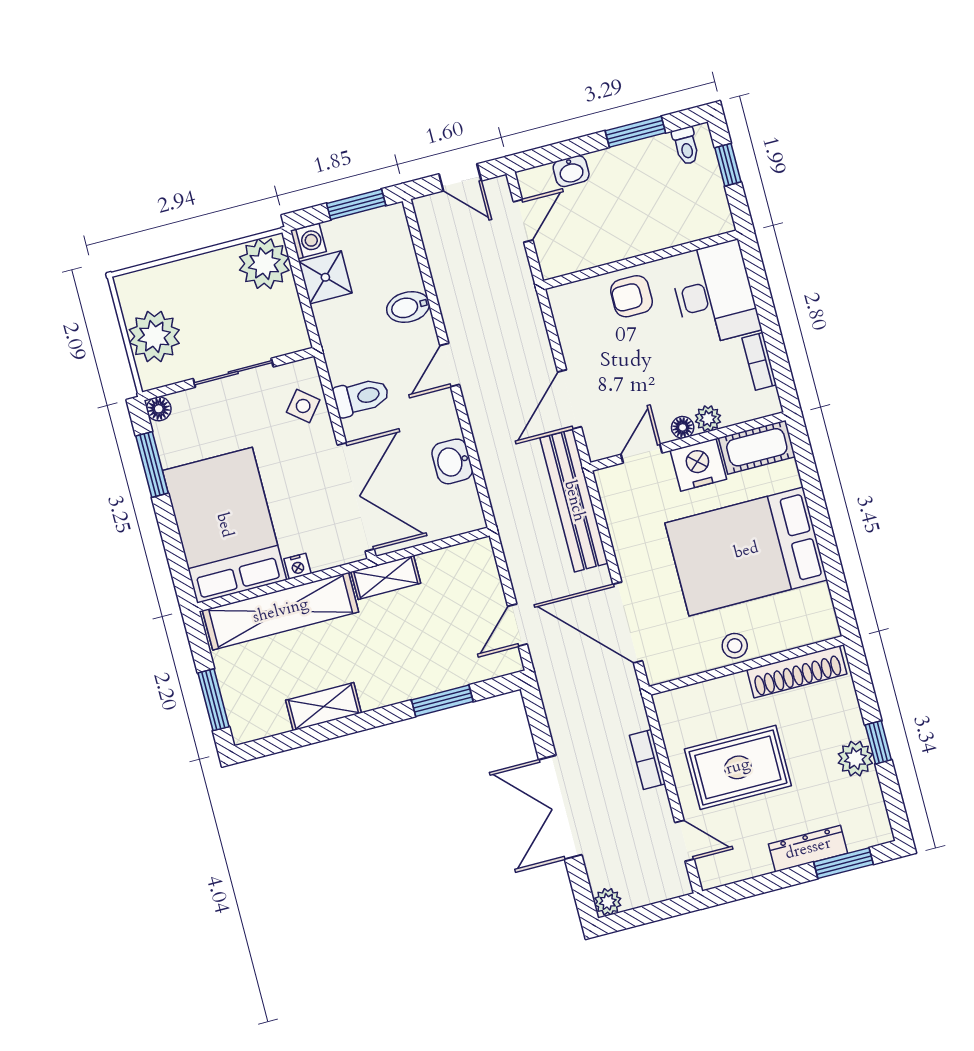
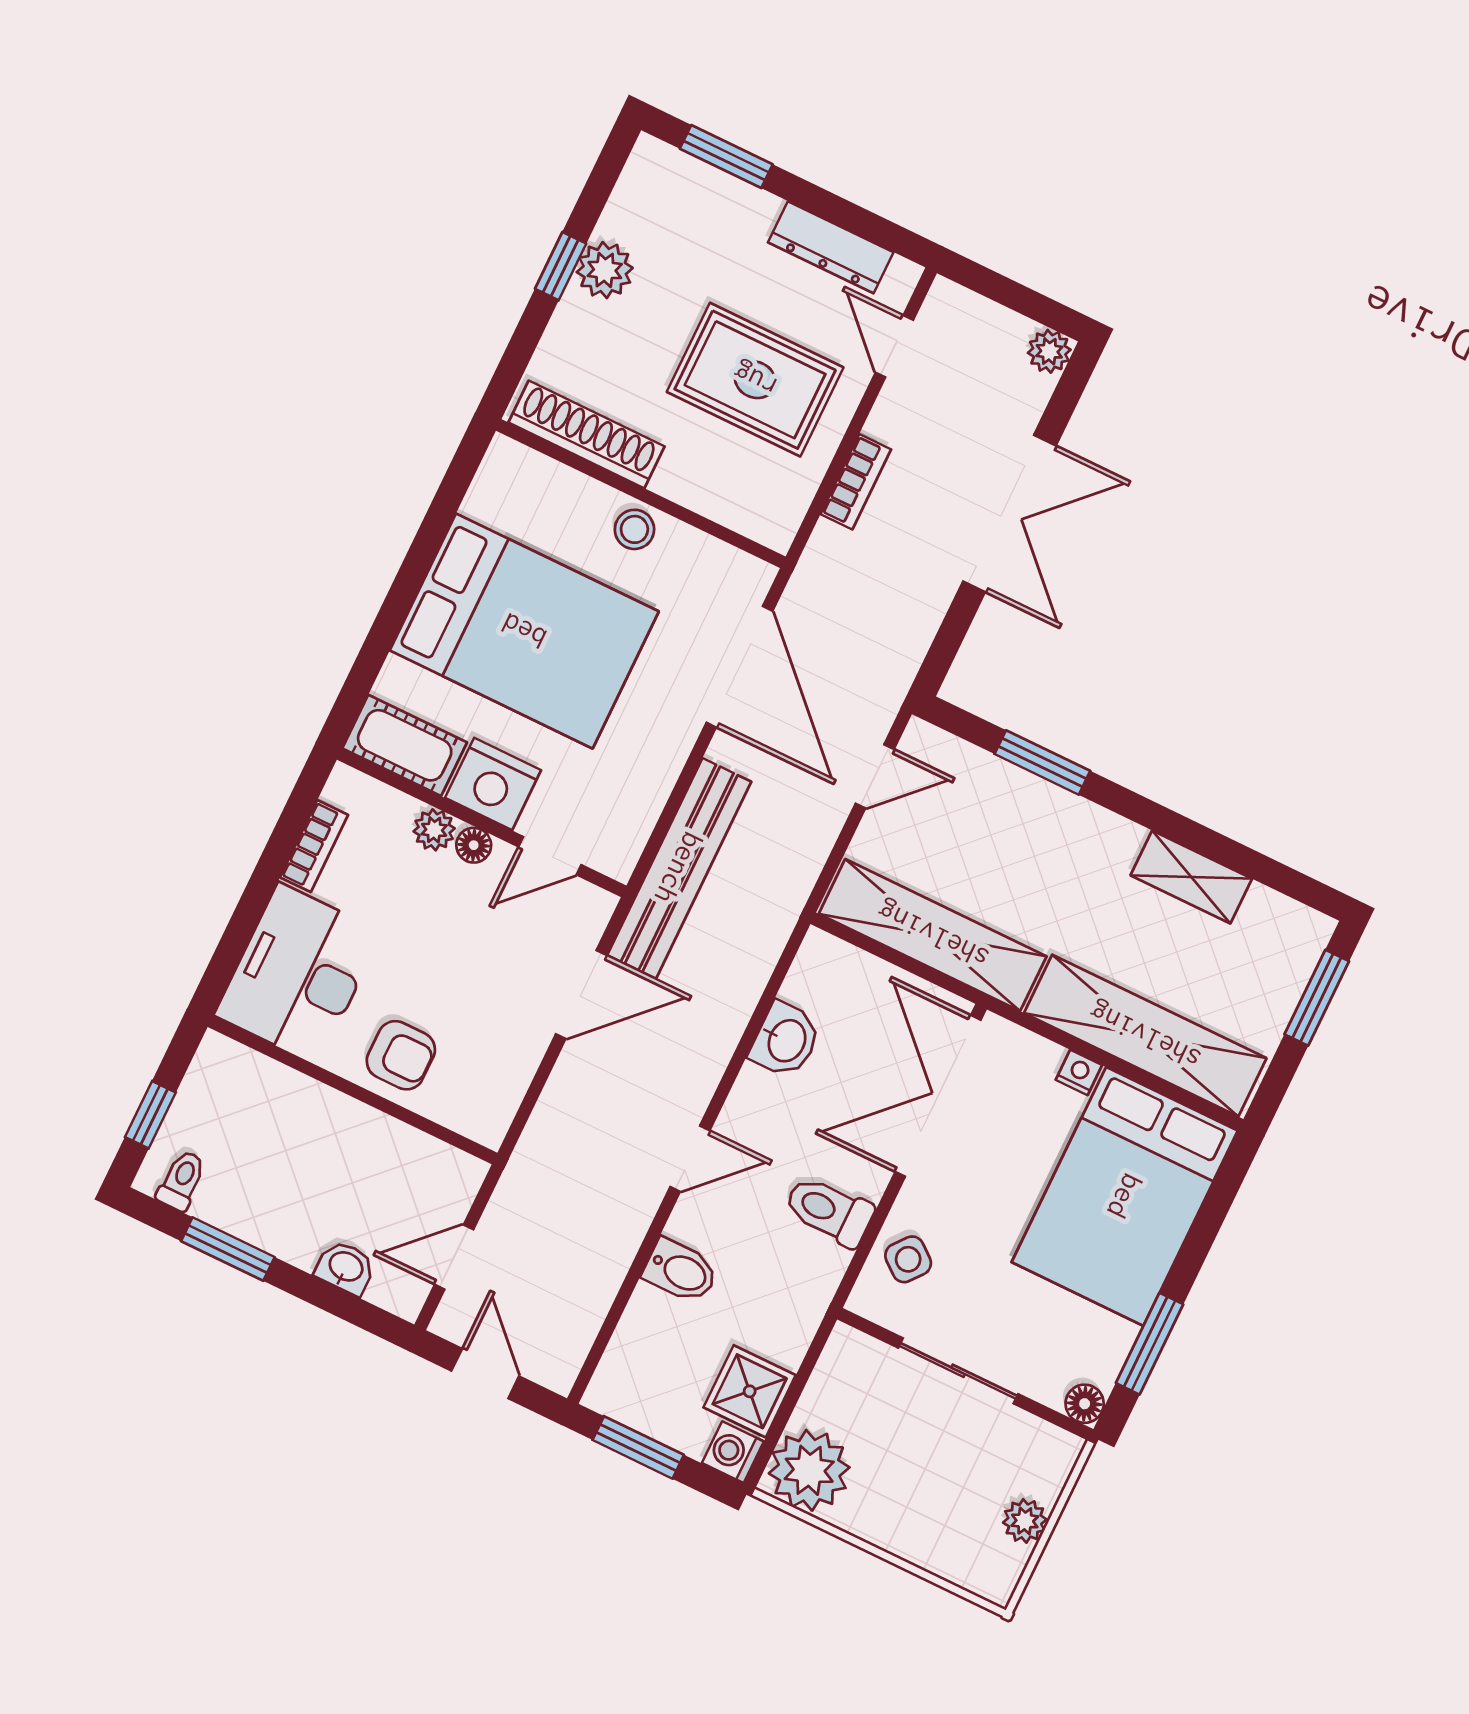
plant: (154, 336) -> (1025, 1521), width x0.53, depth x0.53
shelving: (386, 577) -> (933, 935), width x2.20, depth x1.33
dresser: (808, 849) -> (831, 247), moved

